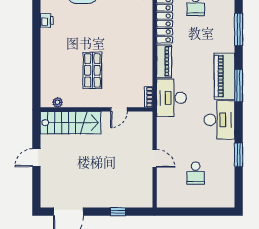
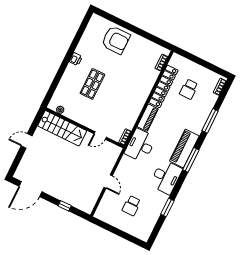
printer: (47, 20) -> (76, 59), moved
shop shelf: (92, 70) -> (92, 84), moved

